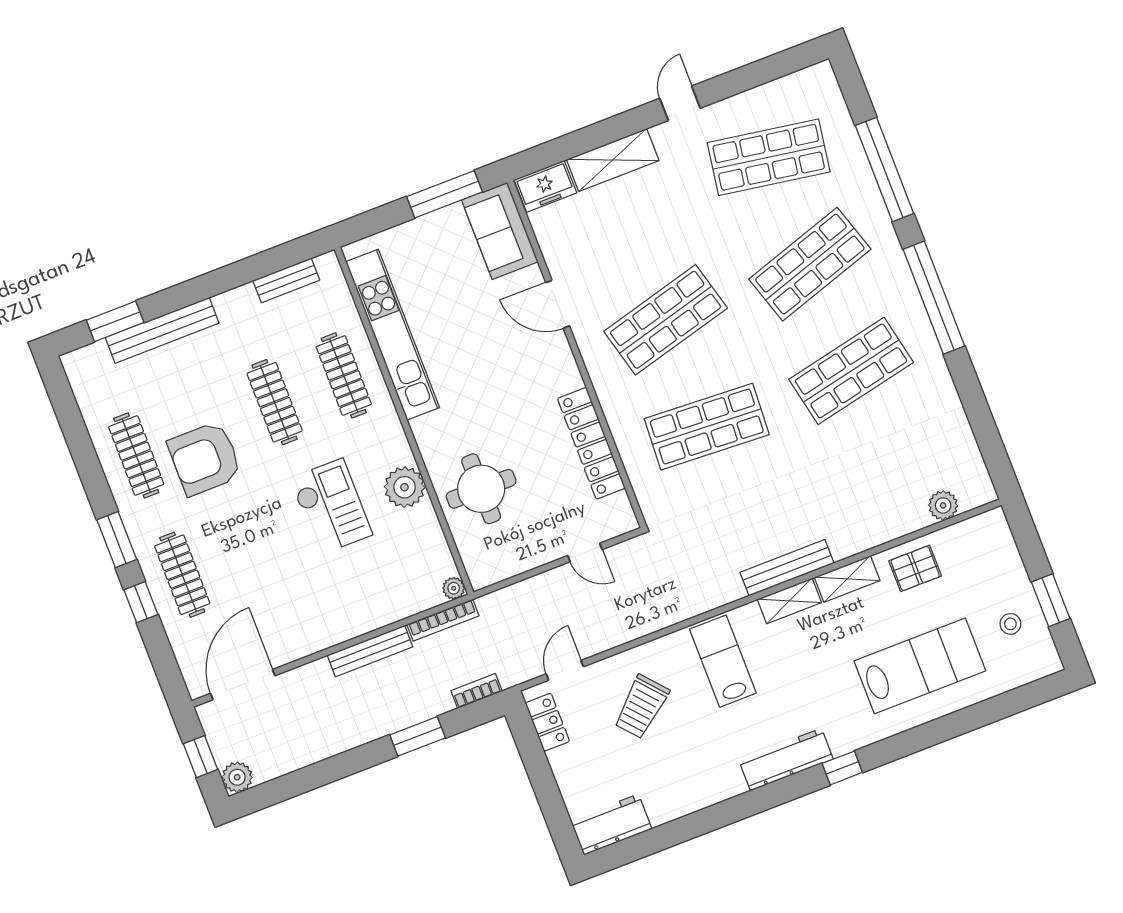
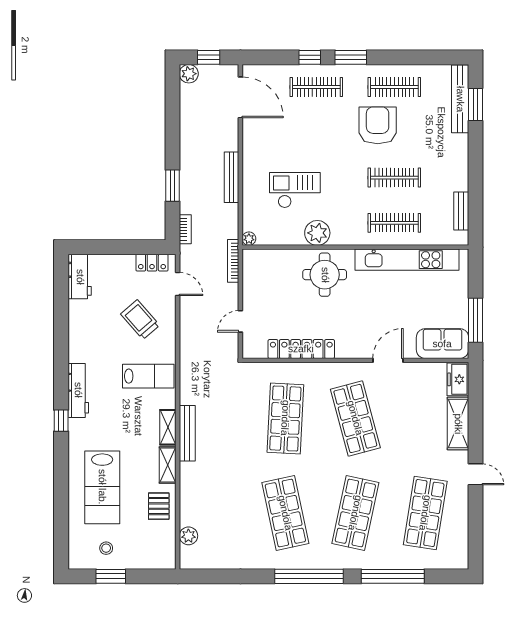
shop shelf: (810, 264) -> (355, 513), turned 30
bench: (162, 330) -> (460, 99), moved
round table: (481, 489) -> (325, 275), moved
checkout: (331, 507) -> (295, 190), moved, turned 180
bookcase: (443, 620) -> (233, 261), moved

